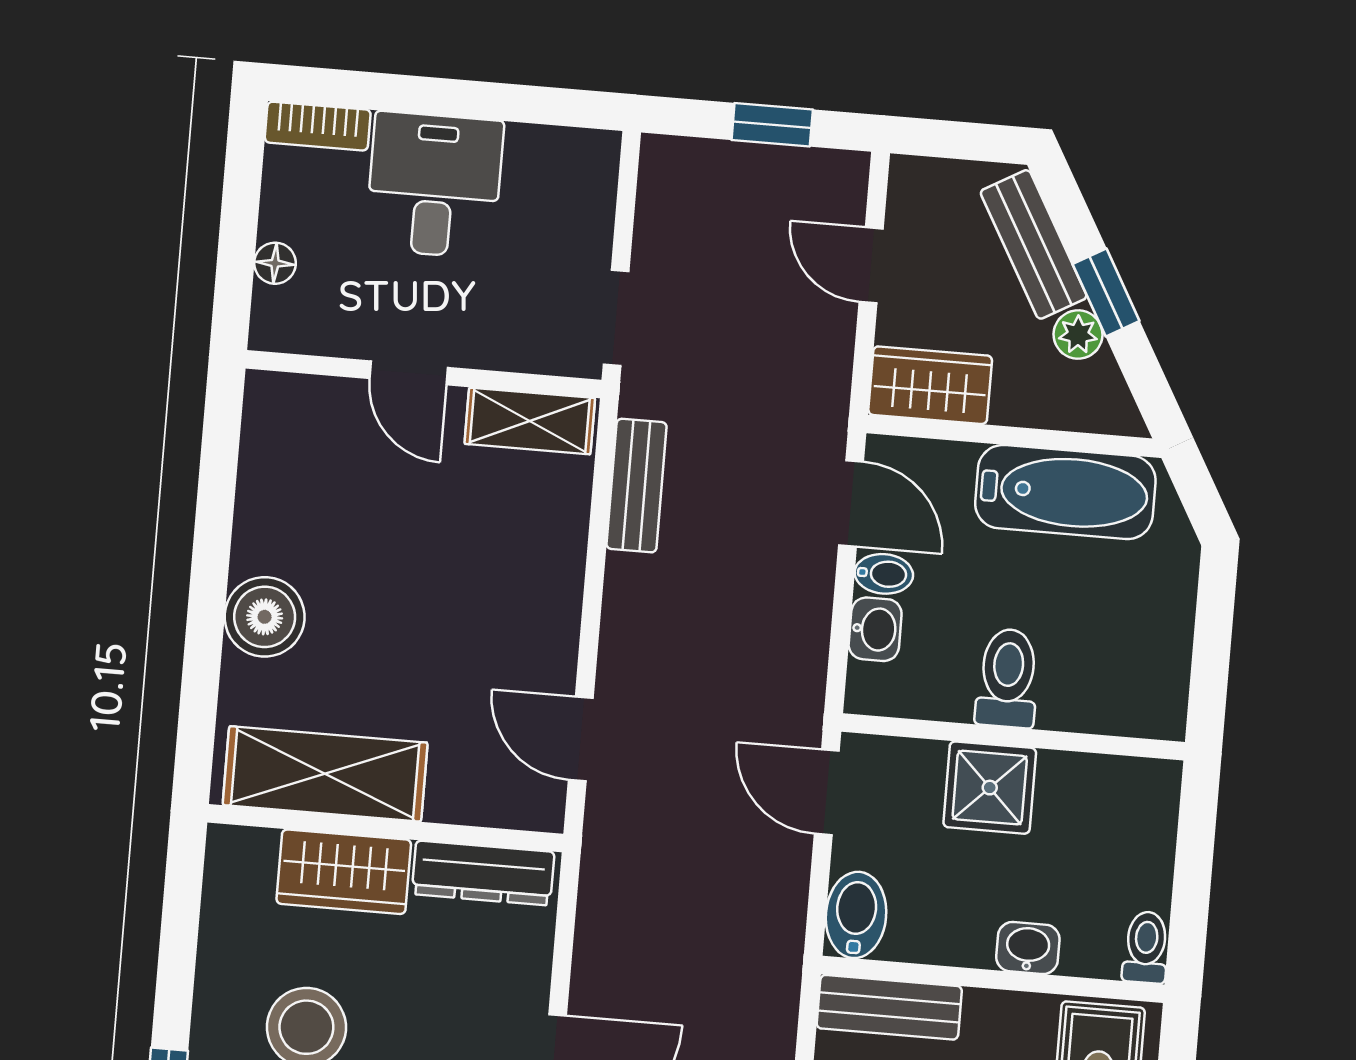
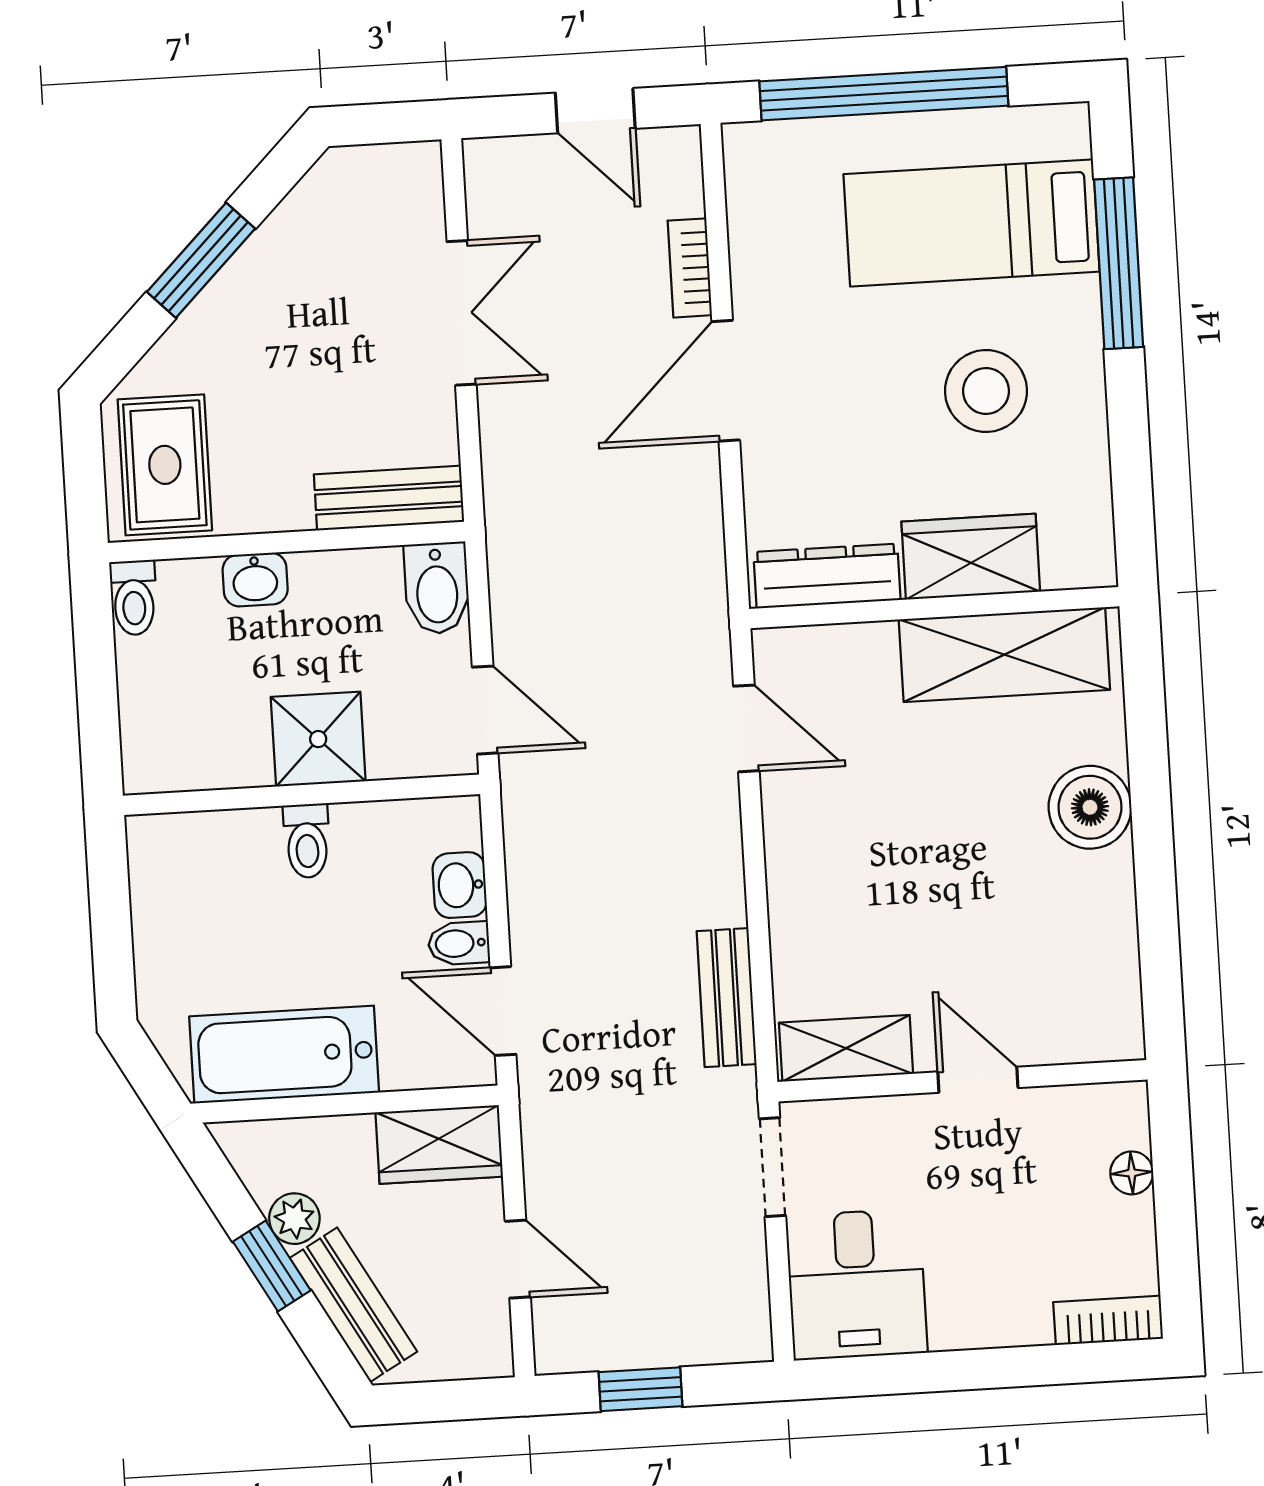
desk: (434, 185) -> (856, 1284), moved
toilet: (1008, 678) -> (307, 841), width x0.73, depth x0.72

